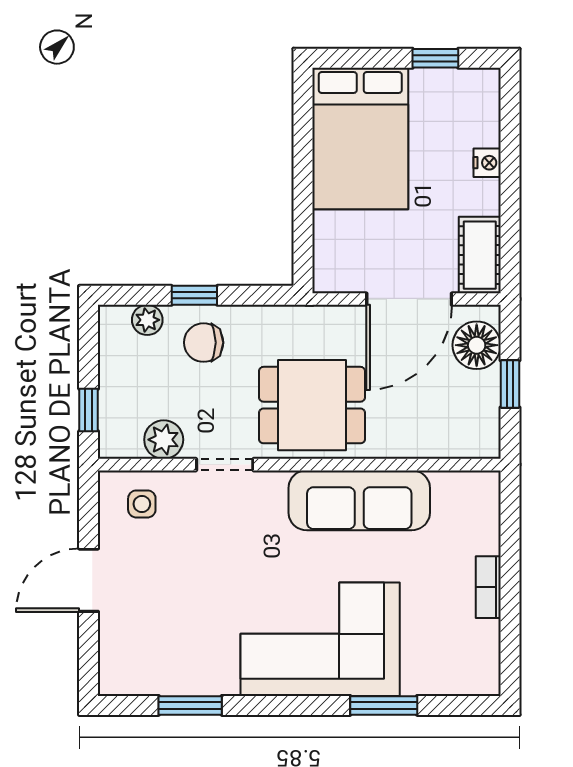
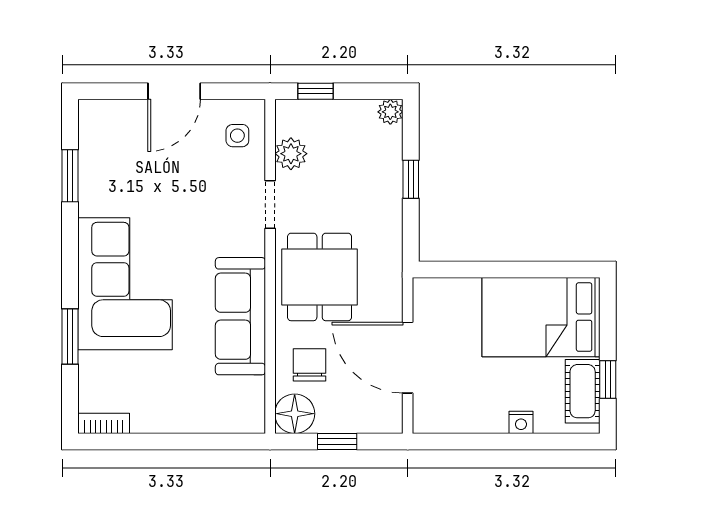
cot: (480, 255) -> (583, 391), moved, turned 90
plant: (147, 320) -> (390, 112), moved
chair: (204, 343) -> (310, 365), moved
floor lamp: (477, 345) -> (295, 414), moved
door: (89, 580) -> (174, 91), swing flipped
bookcase: (488, 587) -> (104, 423), moved

